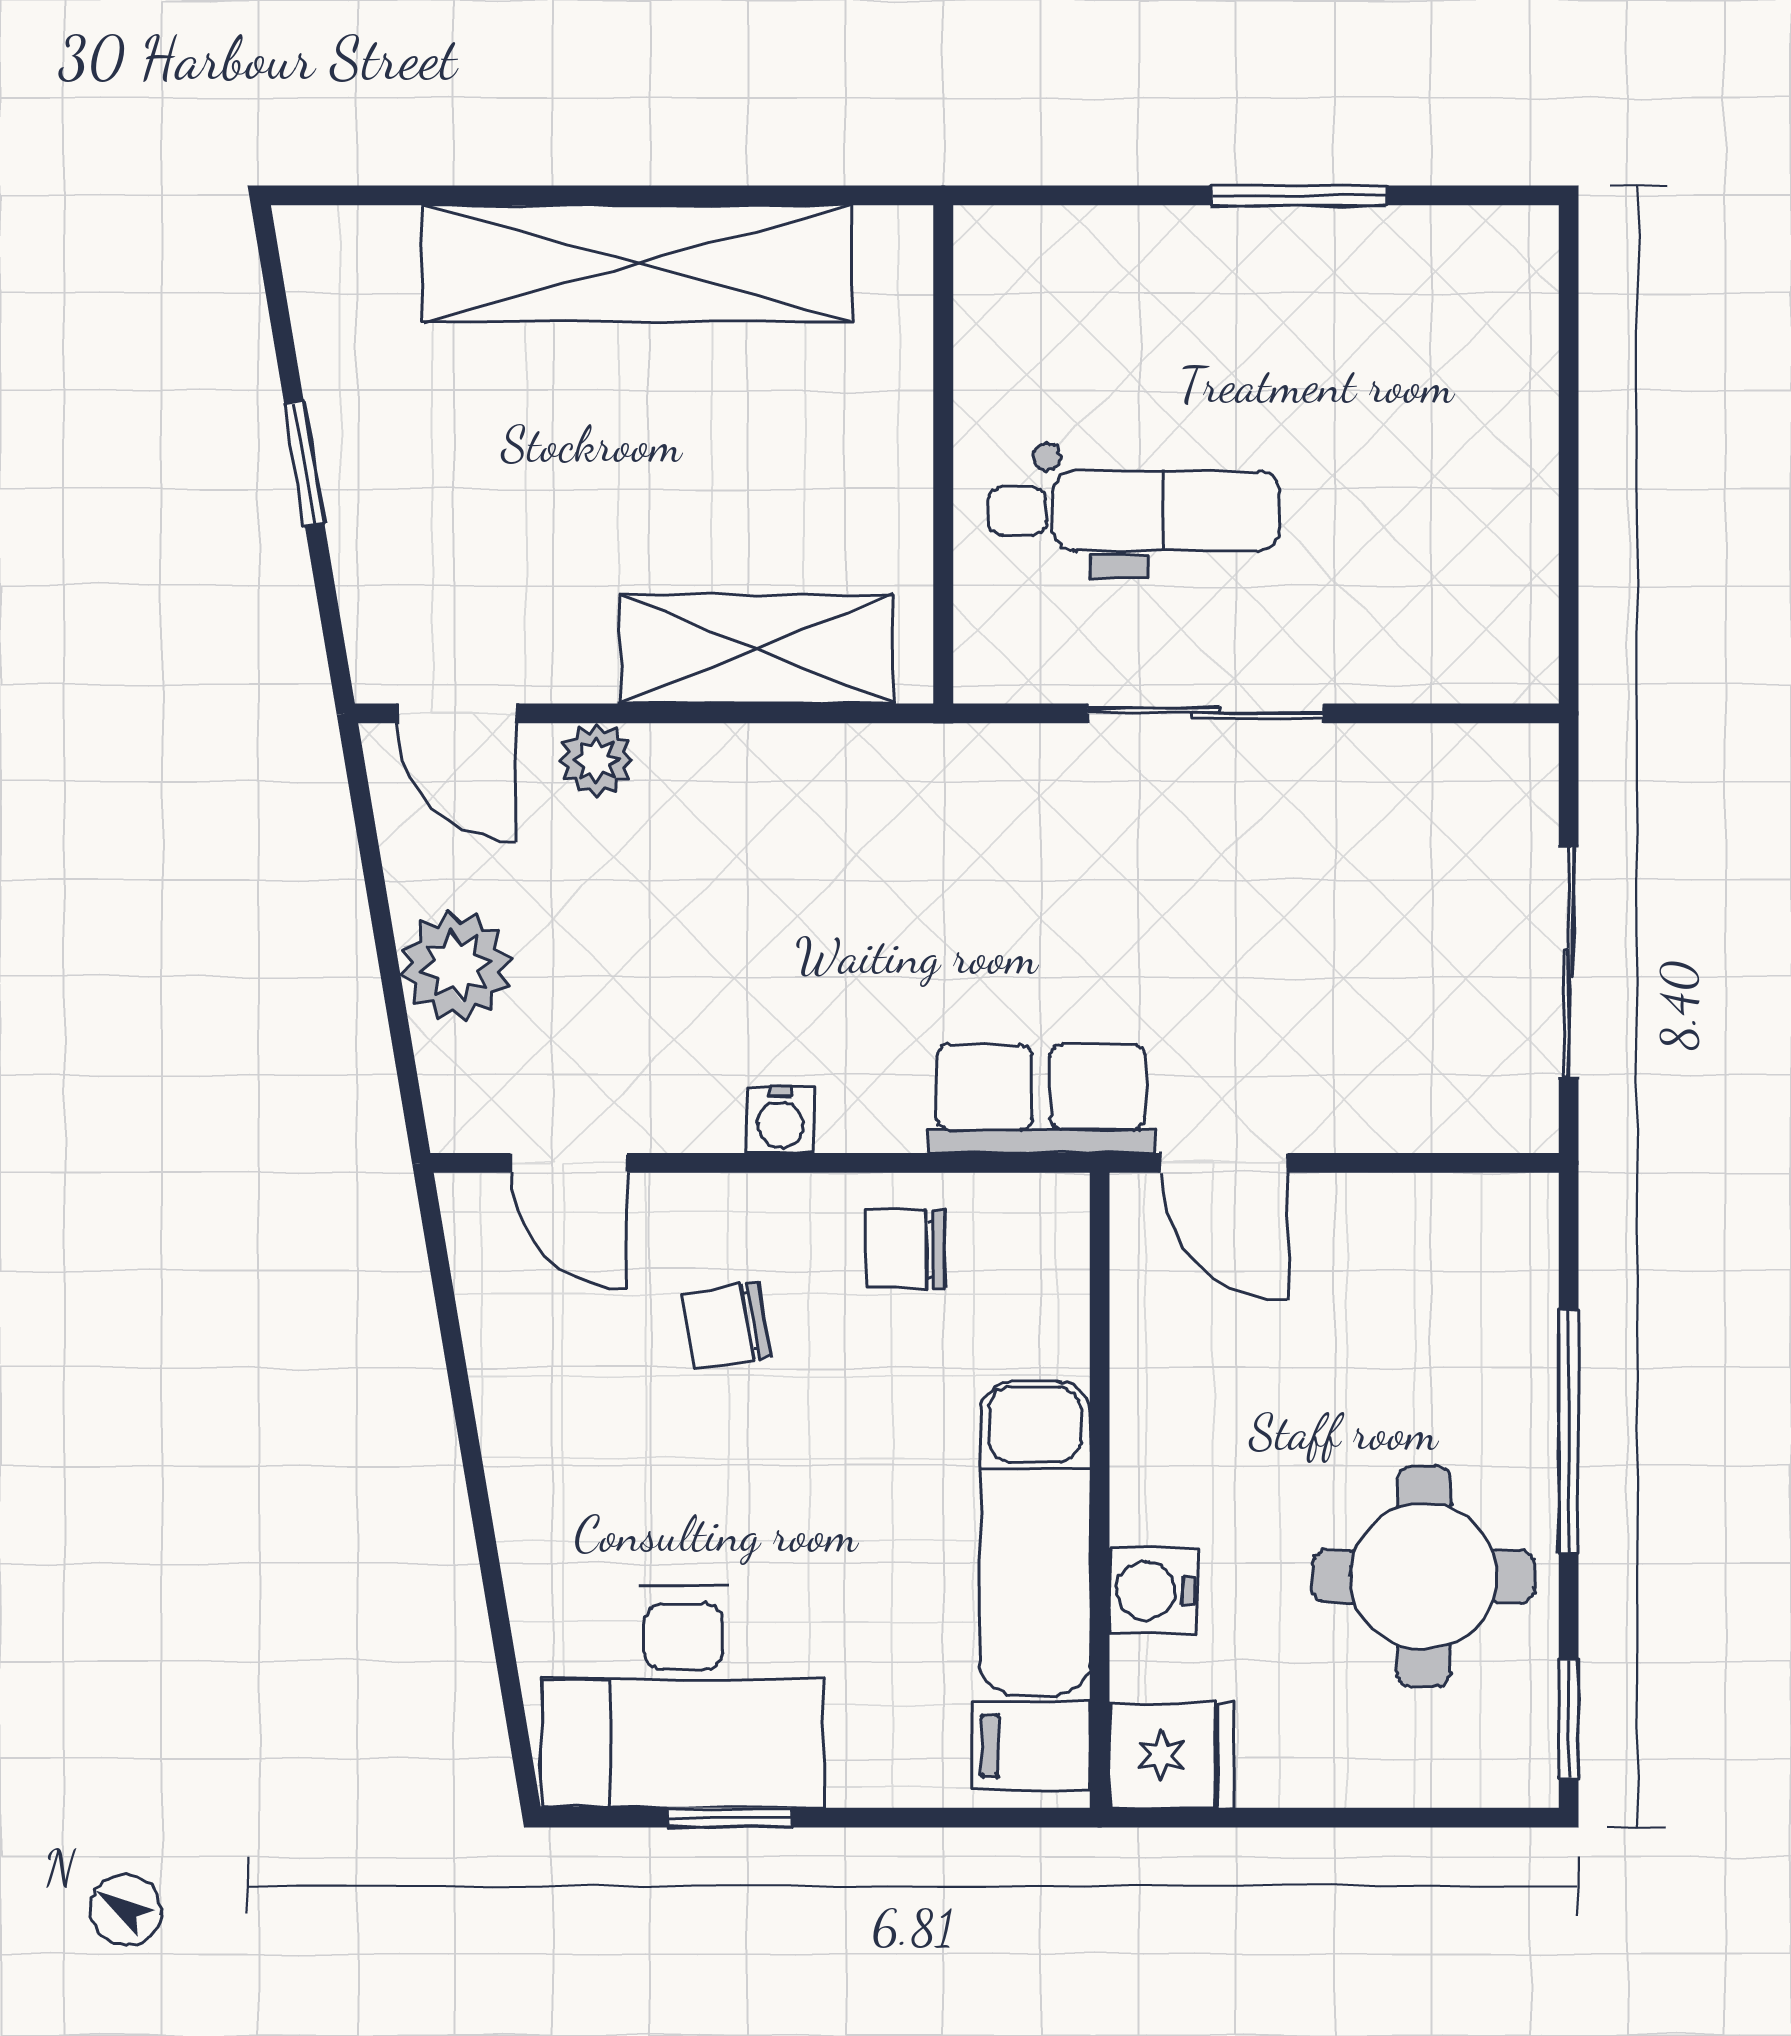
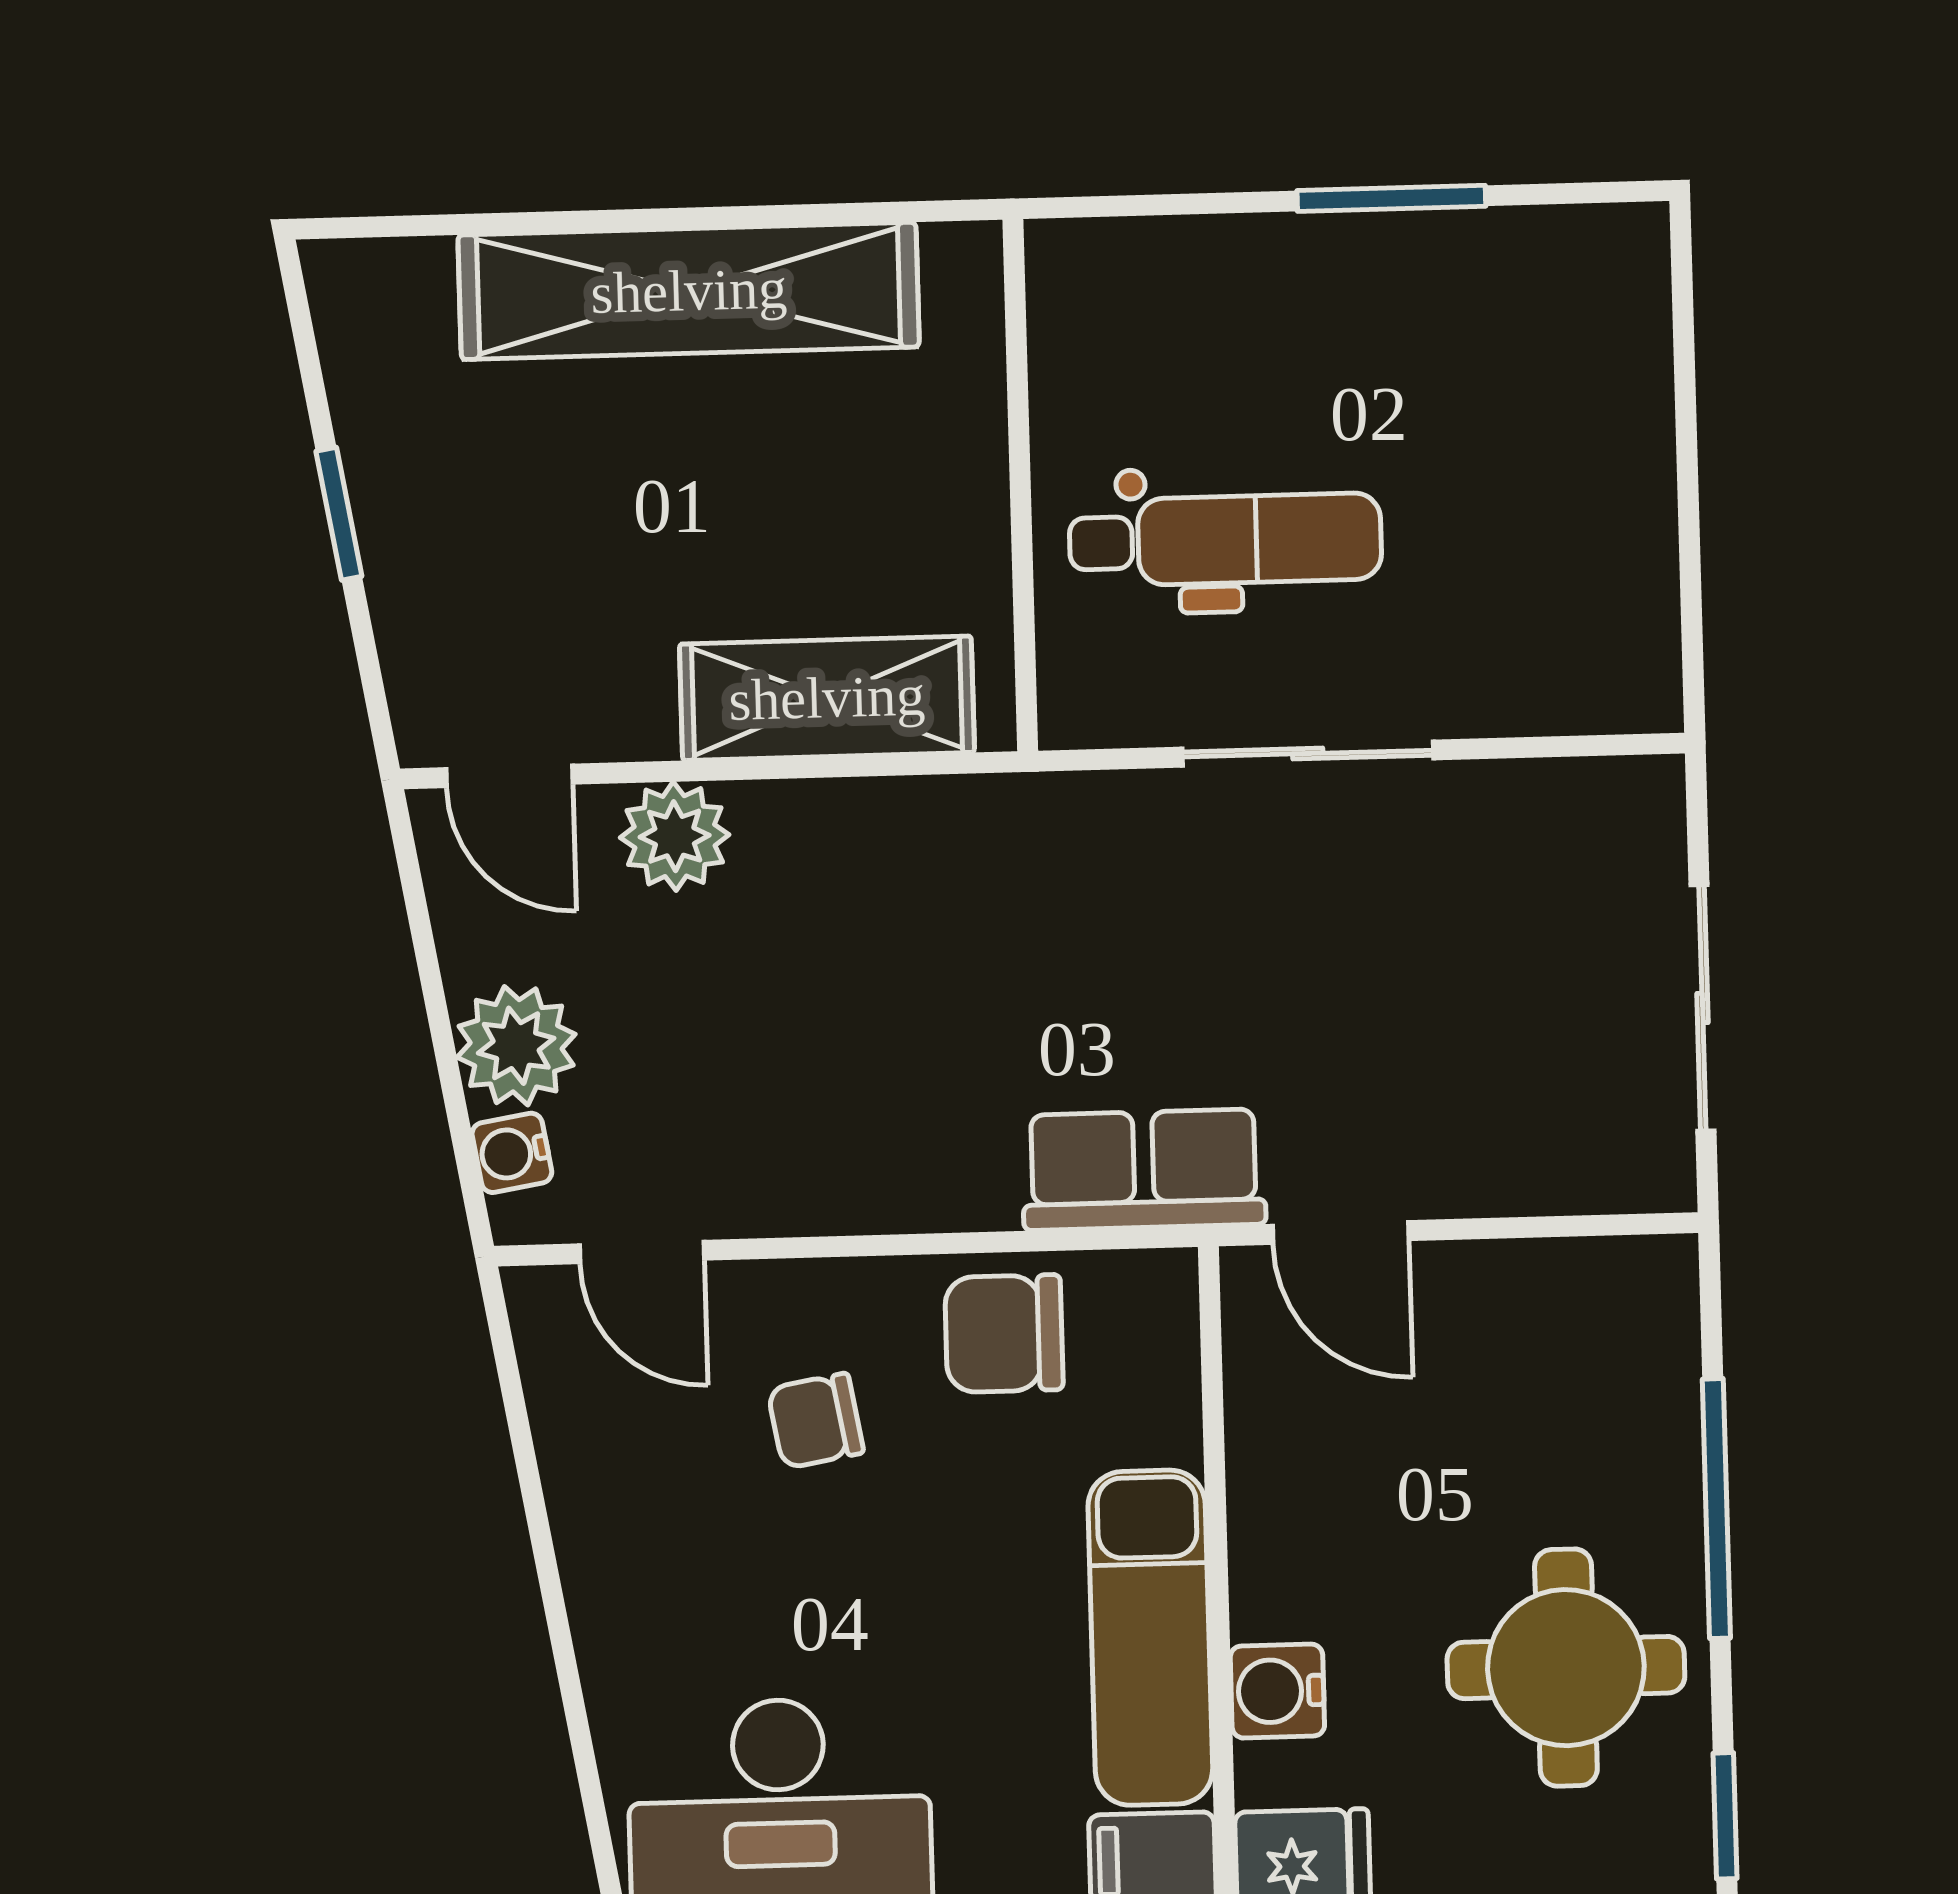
plant: (596, 760) -> (675, 836), width x1.38, depth x1.38
water cooler: (780, 1120) -> (512, 1153), moved, turned 80
chair: (906, 1249) -> (1004, 1334), width x1.37, depth x1.37

